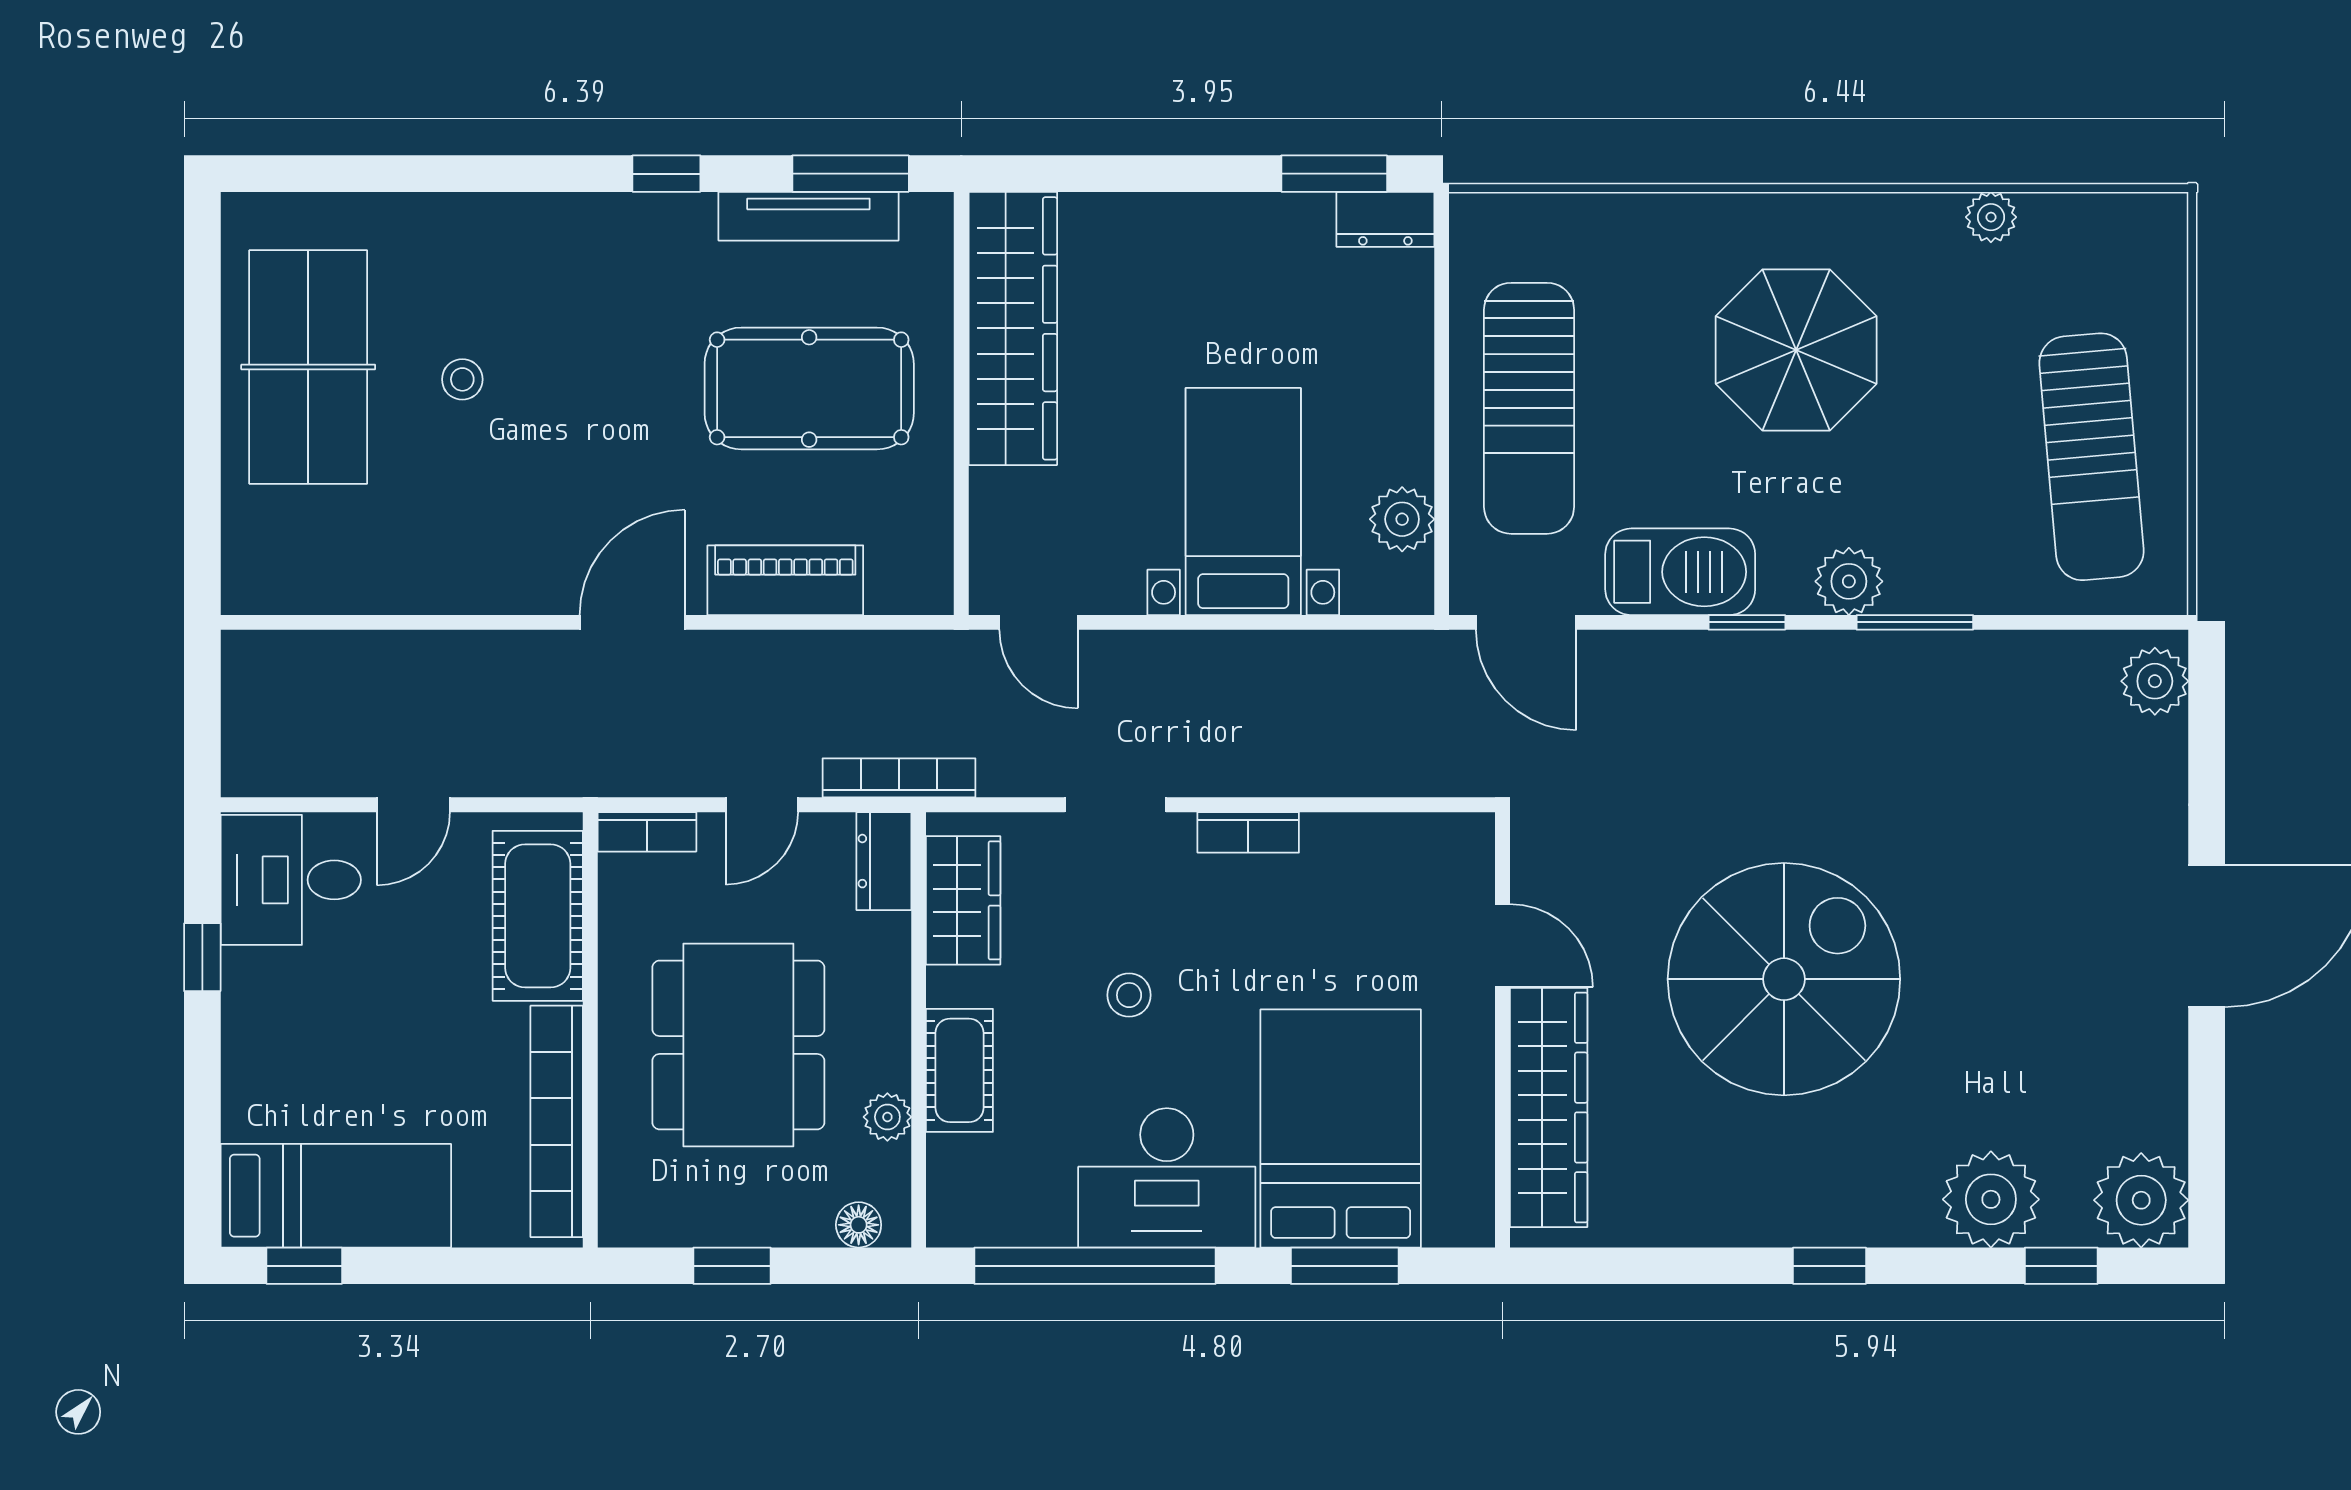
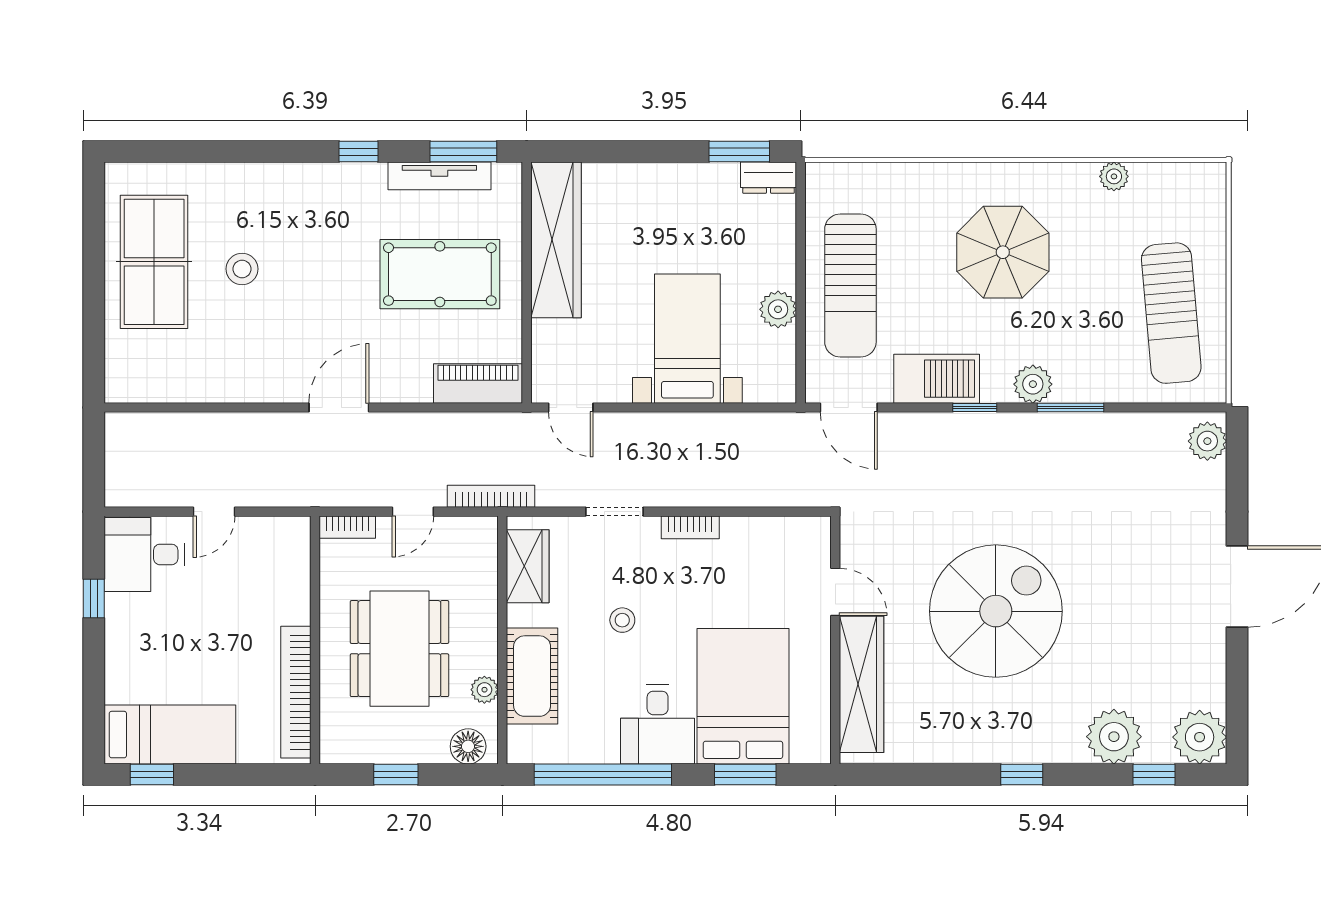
stool: (462, 379) -> (242, 269), width x1.37, depth x1.37
plant: (1402, 519) -> (778, 309), moved
piano: (785, 580) -> (478, 384), moved
dresser: (884, 861) -> (482, 544), removed
cot: (538, 916) -> (285, 575), removed
cot: (959, 1070) -> (532, 676), width x1.37, depth x1.34
desk: (1167, 1178) -> (658, 724), width x0.73
floor lamp: (859, 1225) -> (468, 746), width x1.37, depth x1.37

